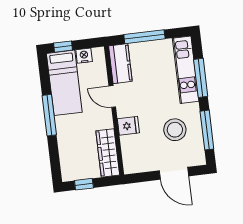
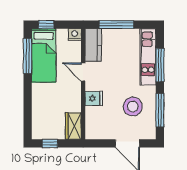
nightstand: (84, 56) -> (75, 34), moved
window: (49, 115) -> (28, 56), moved
wardrobe: (108, 153) -> (73, 126), width x0.67

